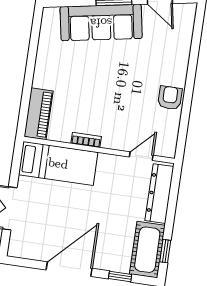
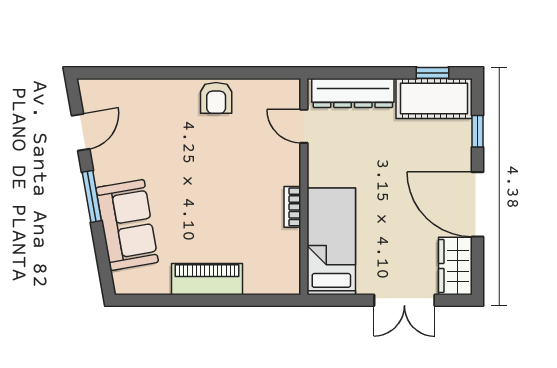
sofa: (101, 23) -> (127, 225), width x0.73
armchair: (170, 98) -> (216, 98), turned -90
piano: (39, 114) -> (207, 279), moved
wardrobe: (28, 247) -> (455, 266), added

